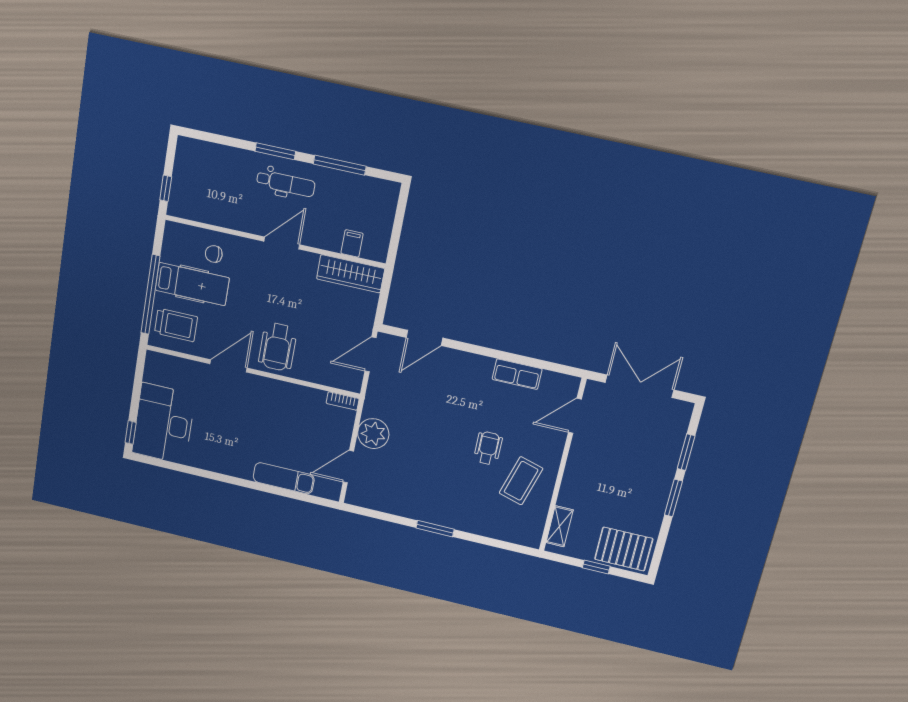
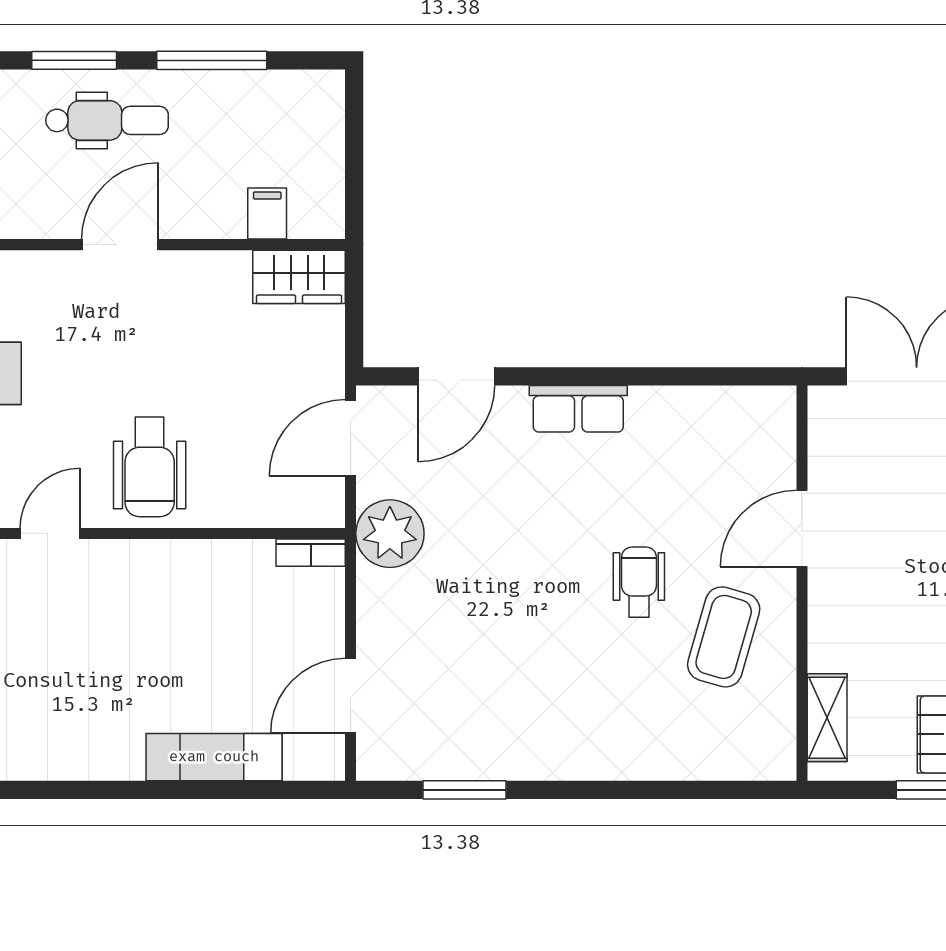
wardrobe: (350, 274) -> (299, 277), width x0.67
door: (228, 366) -> (50, 533), width x0.73
row of seats: (517, 374) -> (578, 409), moved
door: (575, 416) -> (802, 529), moved
plant: (373, 434) -> (390, 534), moved
window: (435, 529) -> (465, 790), moved

